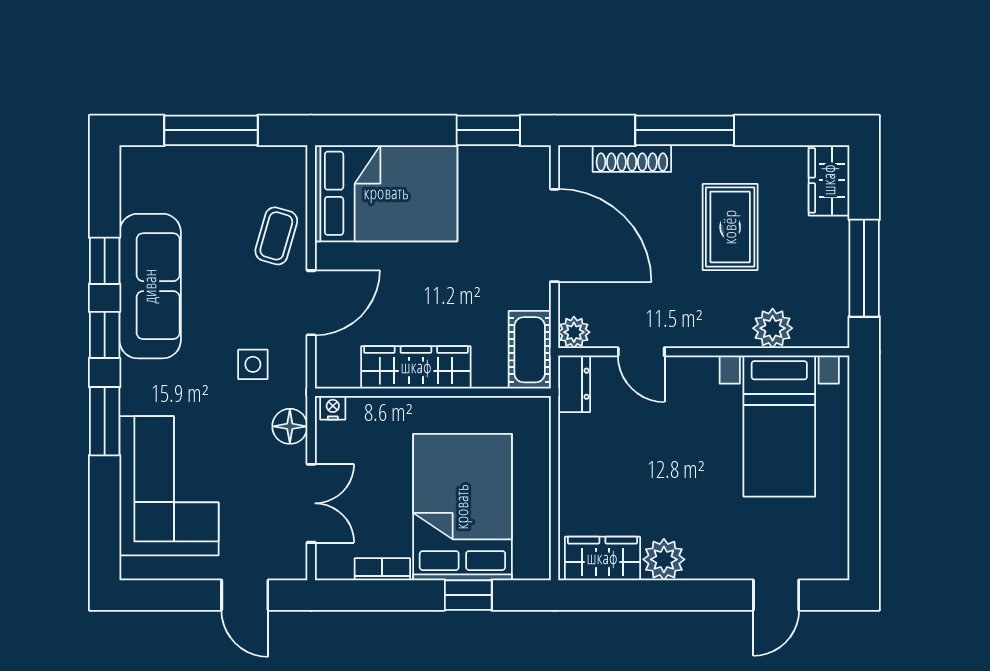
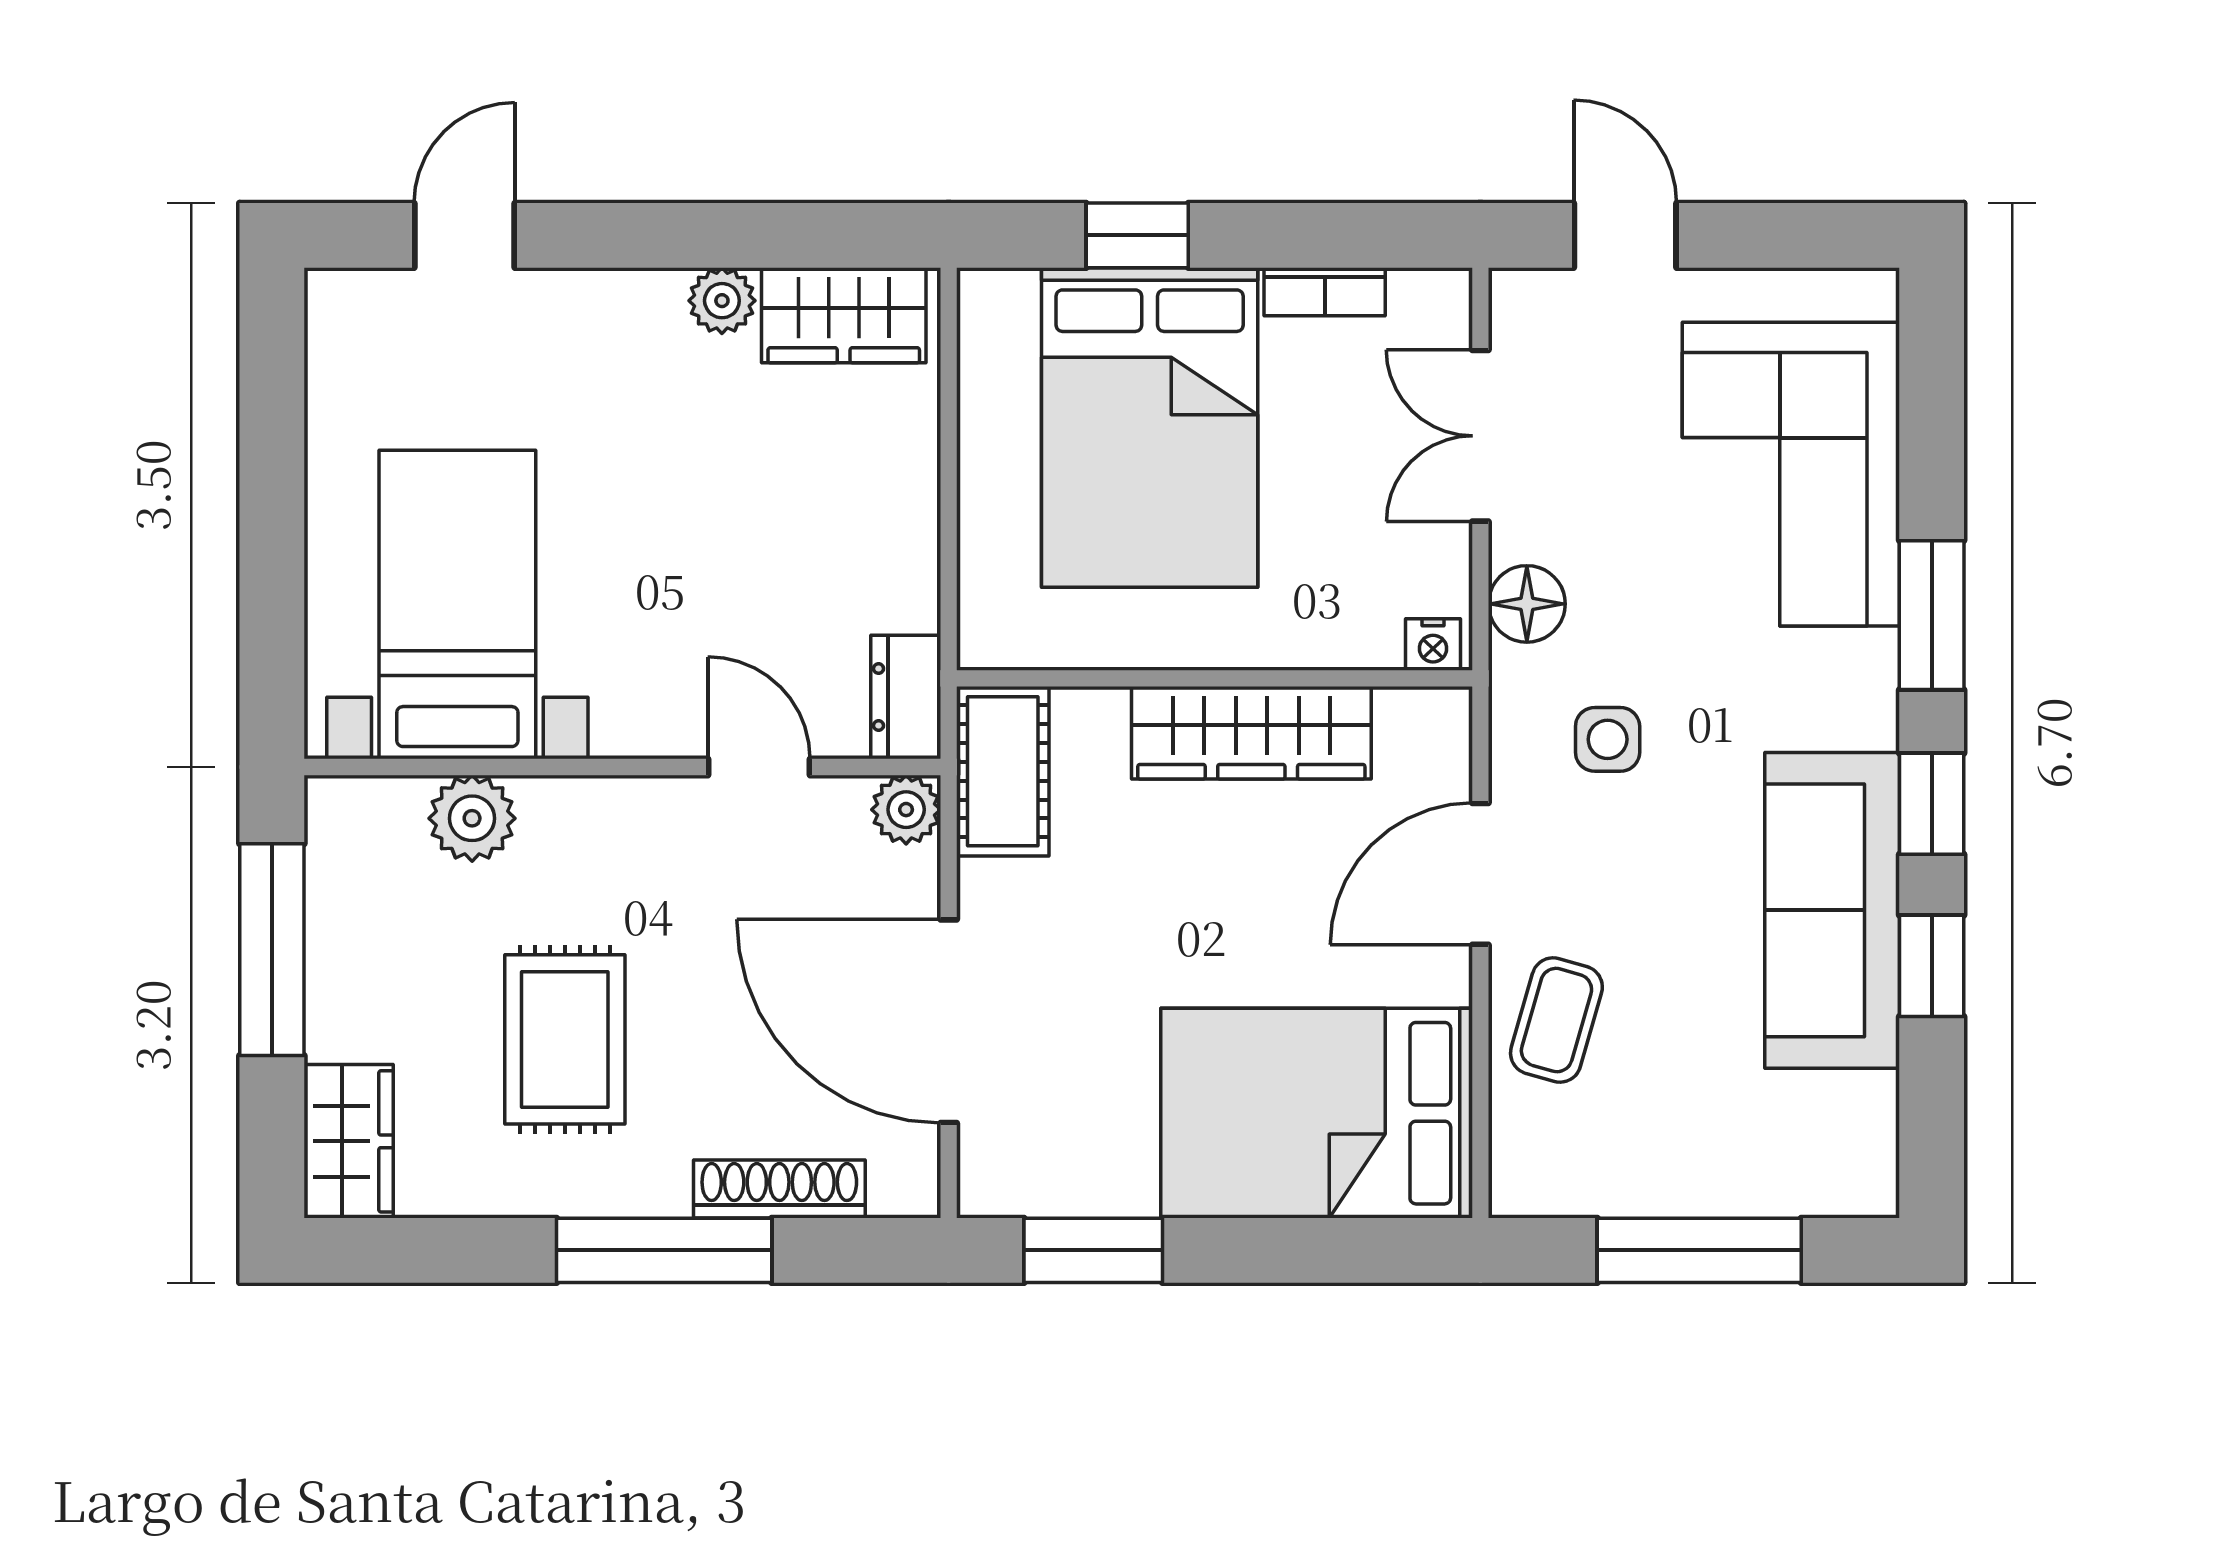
plant: (664, 559) -> (722, 301), width x0.73, depth x0.73

